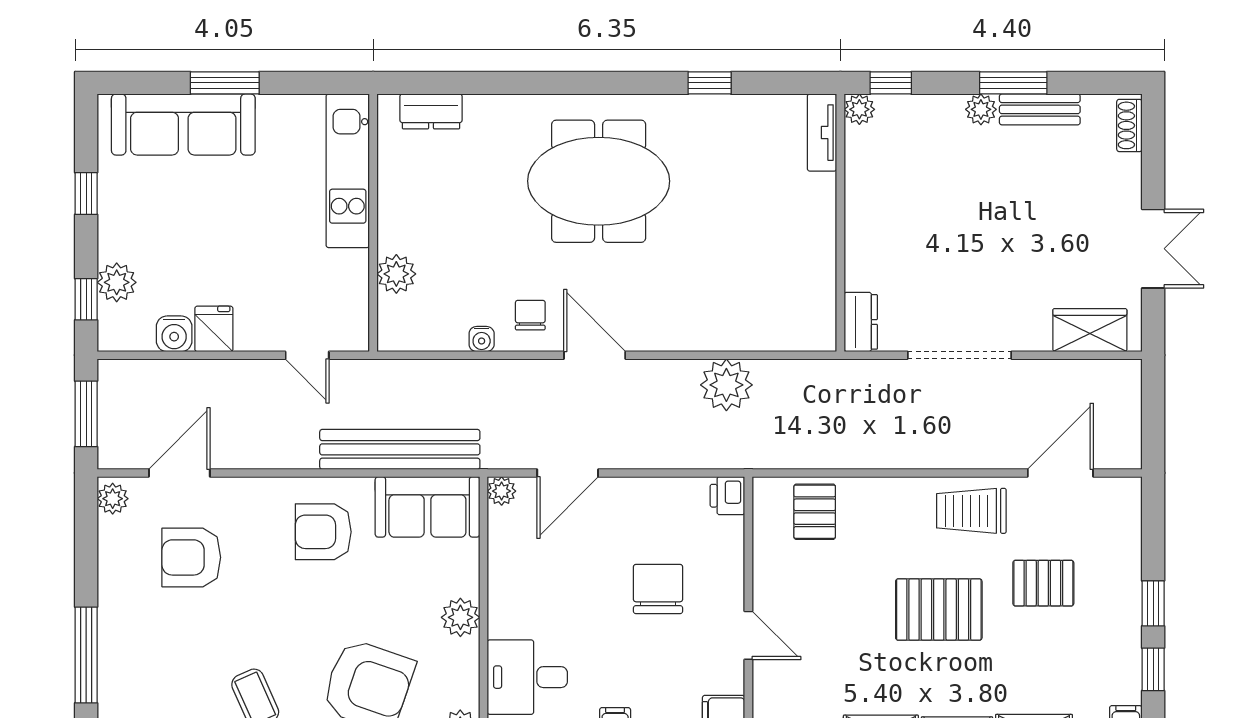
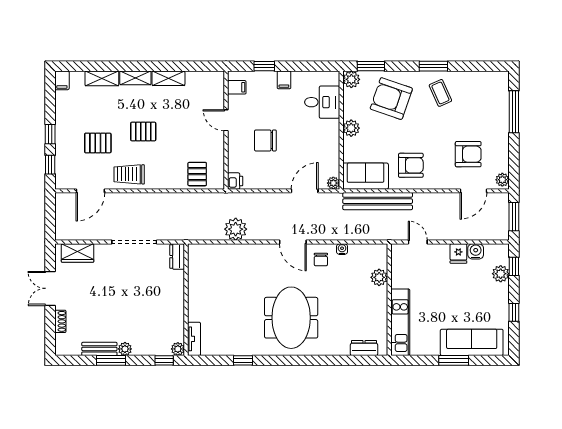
shoe rack: (1129, 125) -> (60, 321), moved
meeting table: (599, 181) -> (291, 318), turned 90
trolley: (971, 511) -> (129, 174), turned 180
chair: (658, 589) -> (265, 140), turned 90
pallet: (939, 610) -> (143, 132), width x0.67, depth x0.71
window: (1153, 669) -> (50, 165), moved

